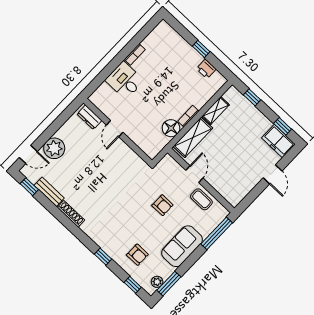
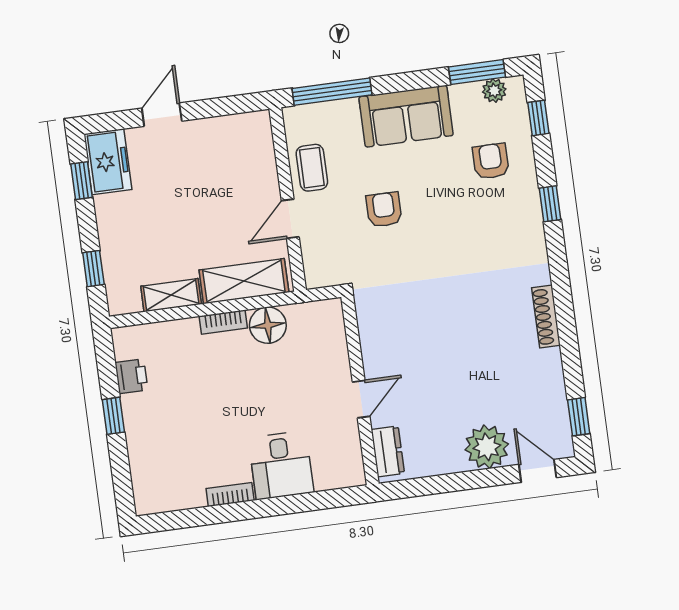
bench: (49, 192) -> (553, 382), removed

